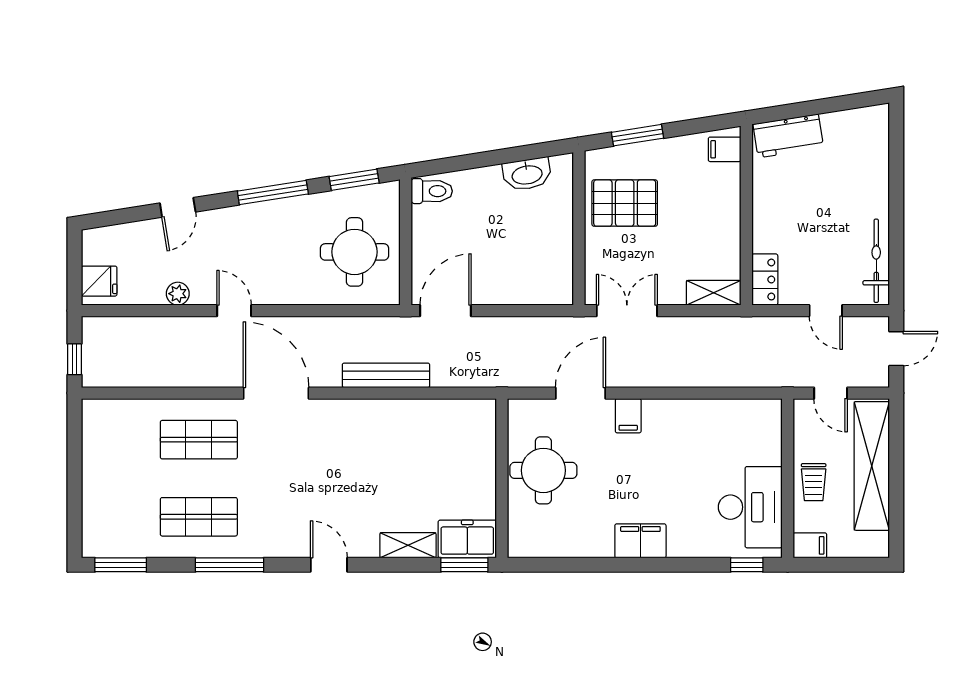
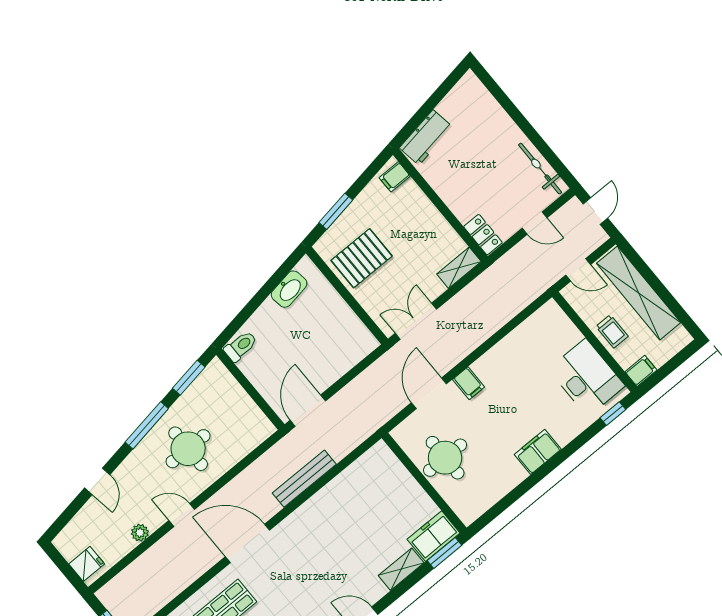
round table: (355, 252) -> (188, 449), moved

